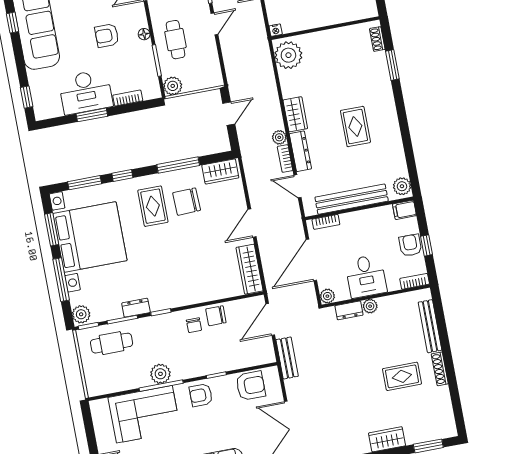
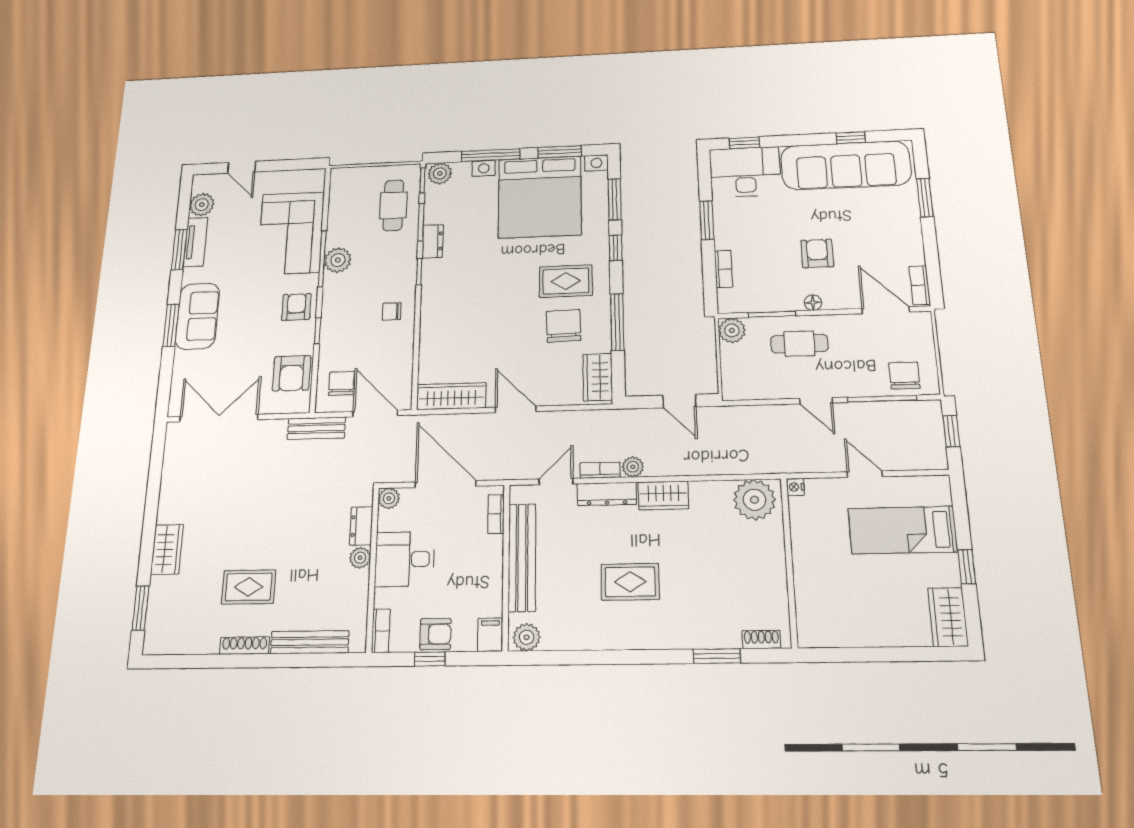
desk: (86, 92) -> (745, 172), moved, turned 90
chair: (216, 316) -> (341, 384), moved
rug: (402, 376) -> (249, 587), turned 90

